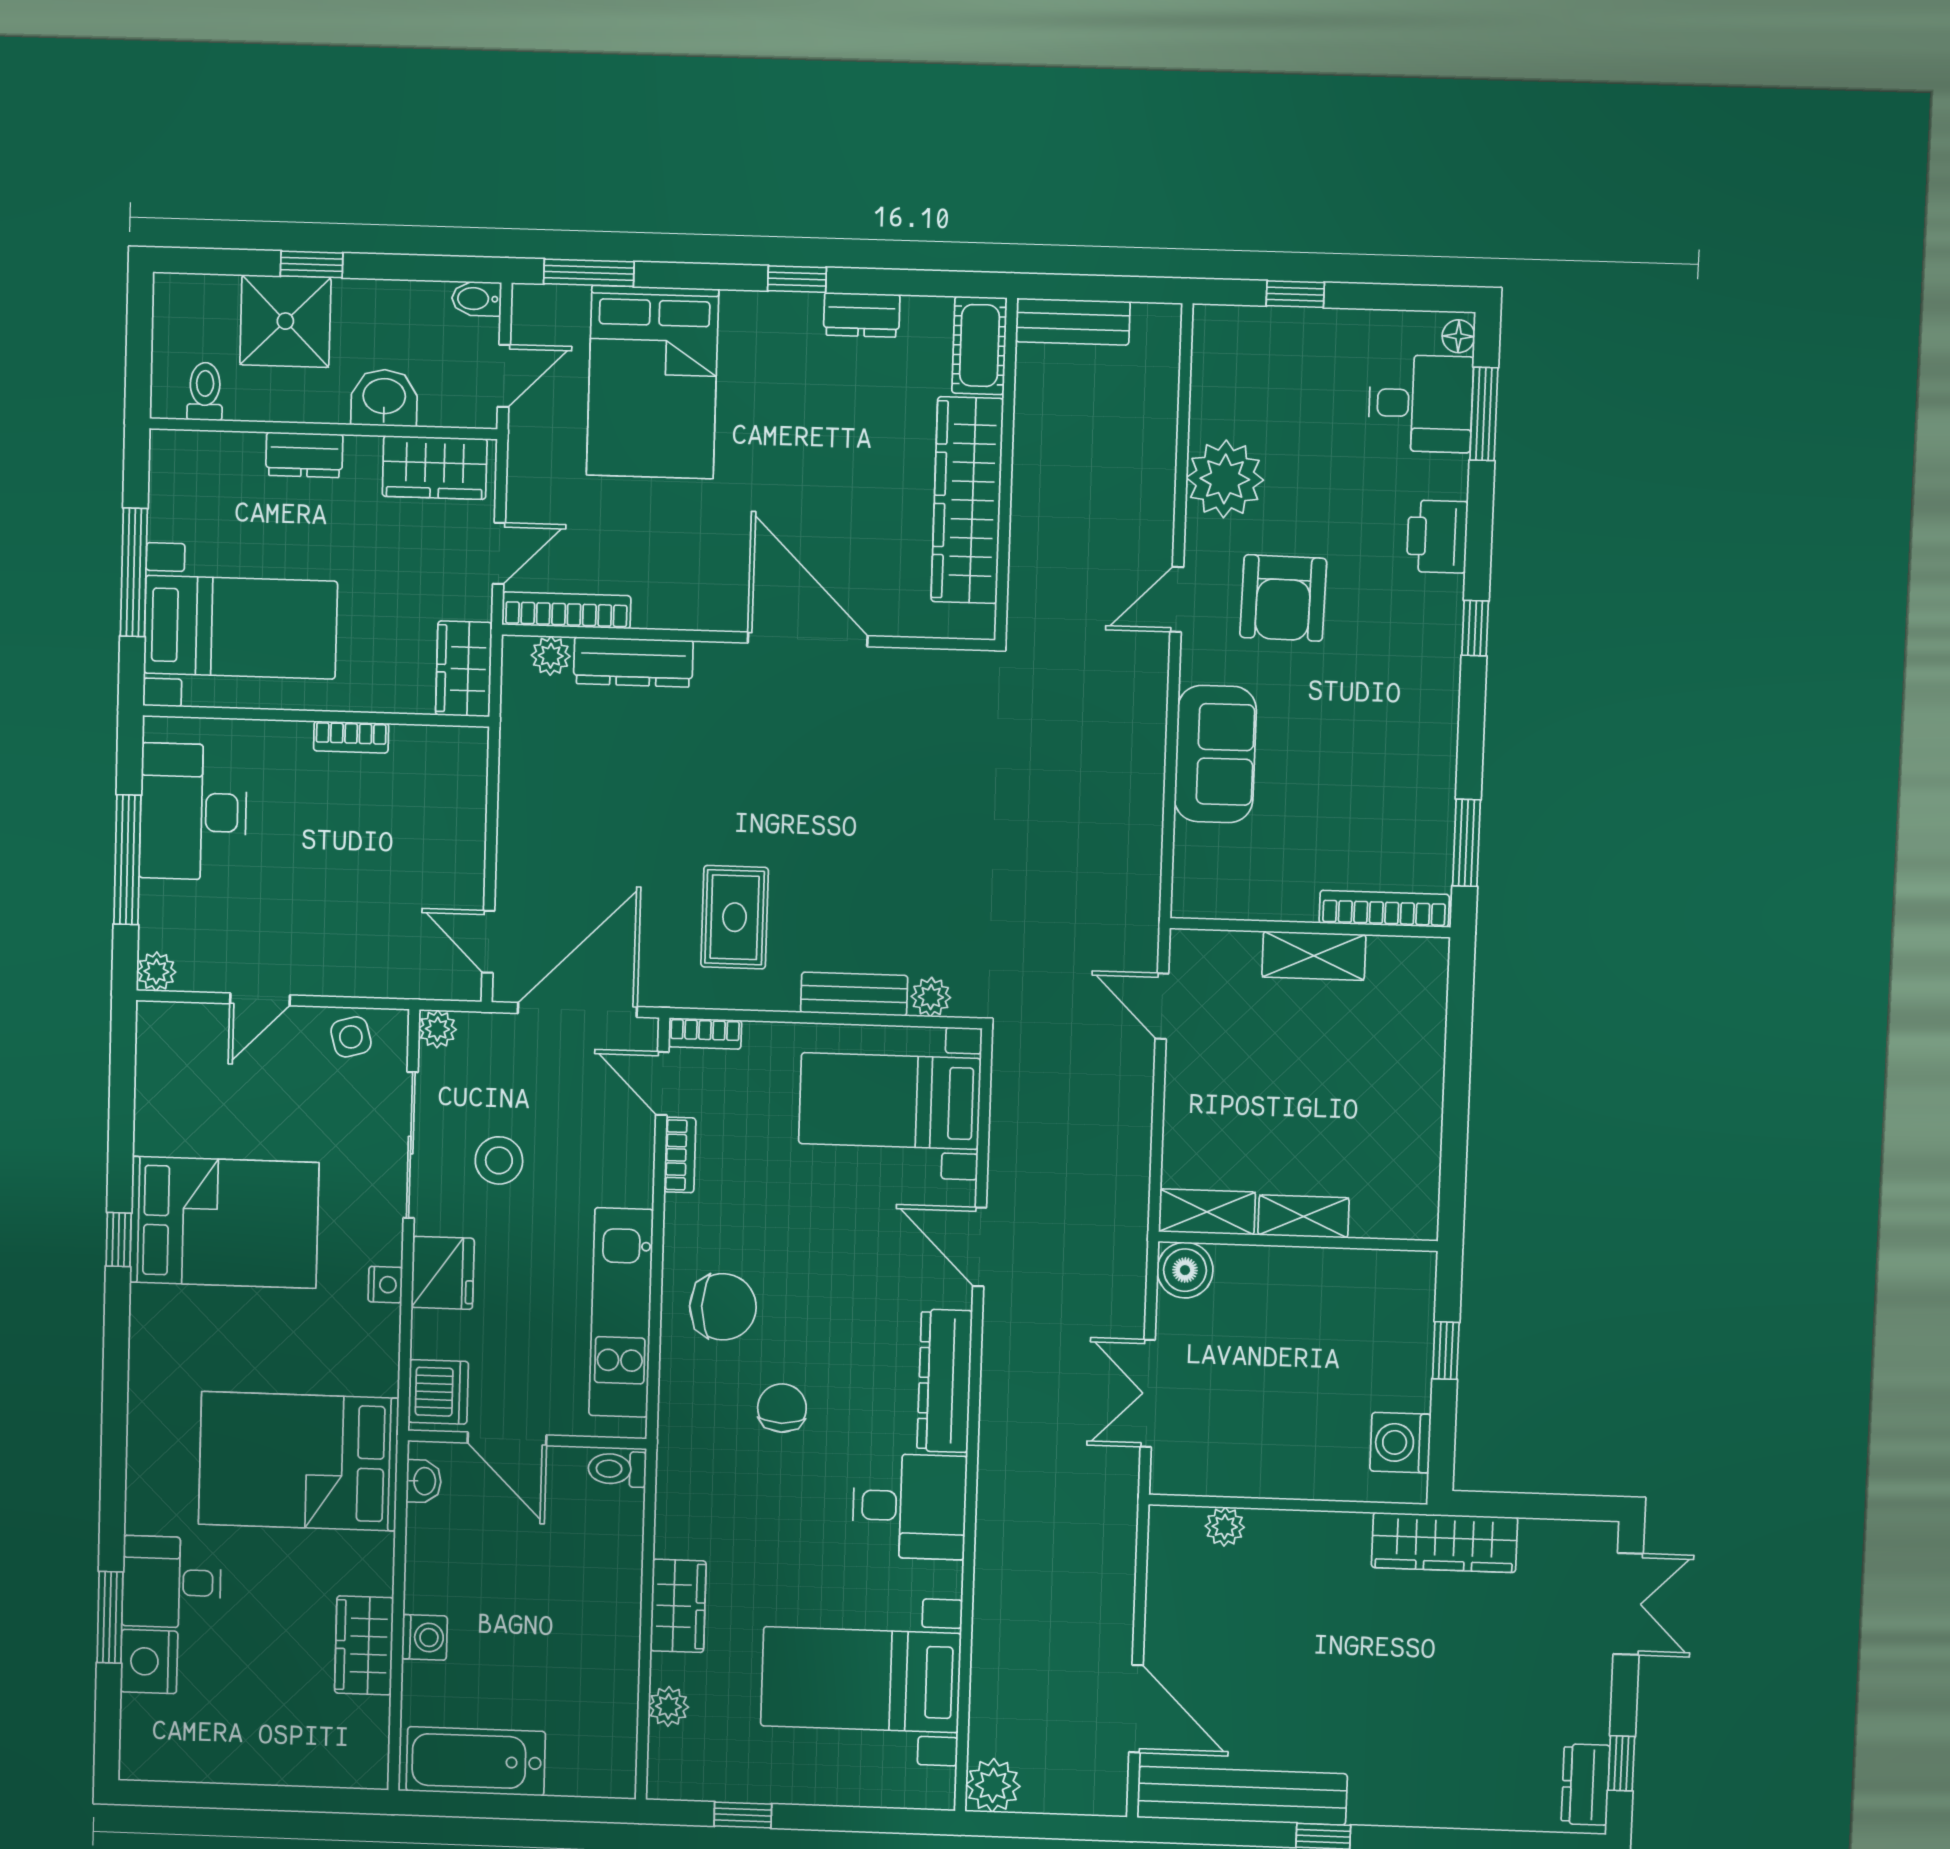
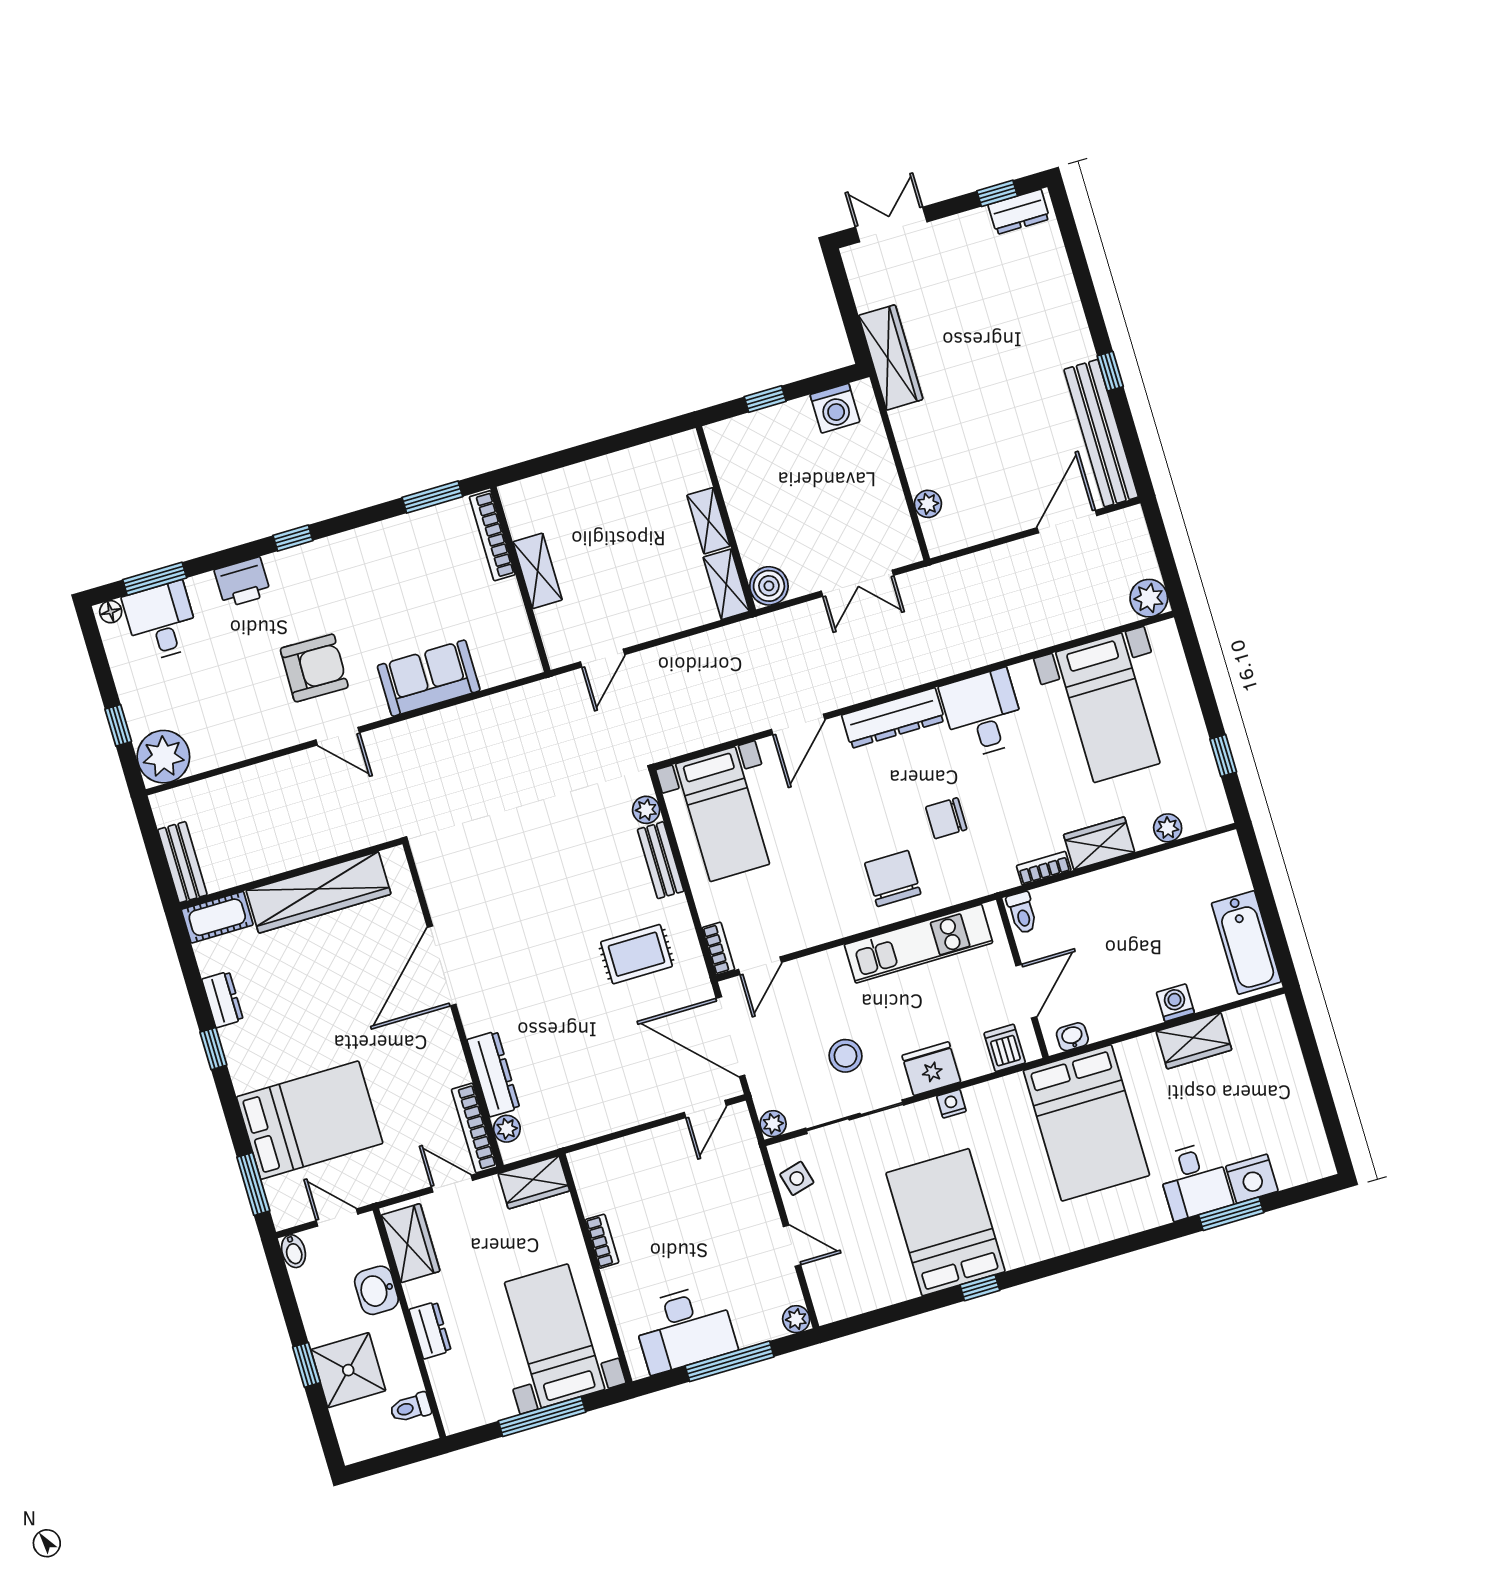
plant: (1225, 479) -> (163, 757), moved
bookcase: (680, 1155) -> (1044, 868), moved
dishwasher: (438, 1392) -> (1005, 1048), width x0.73

